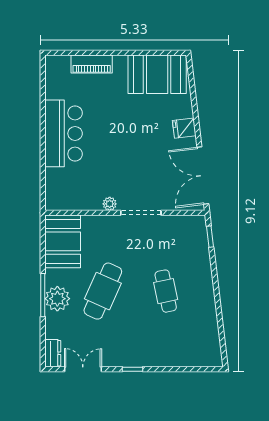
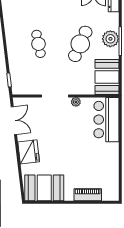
fridge: (184, 128) -> (29, 152), width x1.88, depth x1.34
bar counter: (63, 133) -> (106, 120), moved
double door: (203, 176) -> (14, 121), width x0.73

